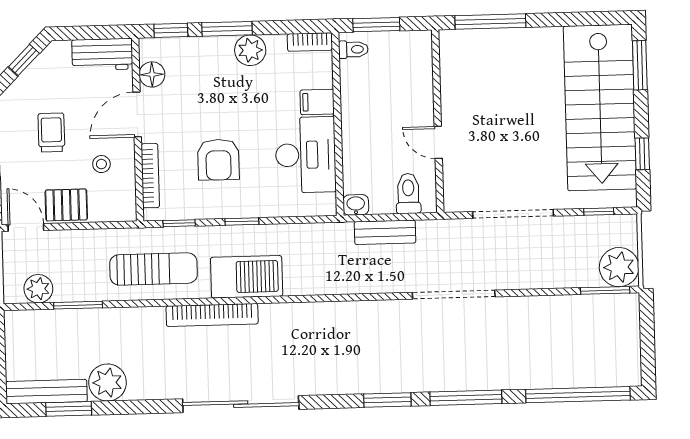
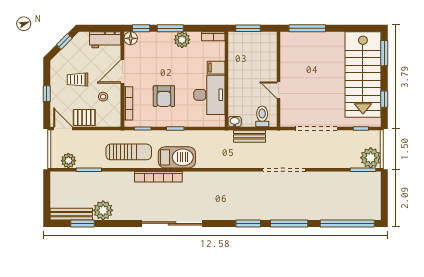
toilet: (353, 49) -> (236, 41), removed
floor lamp: (152, 74) -> (131, 38), moved
trolley: (51, 133) -> (78, 80), turned -90

